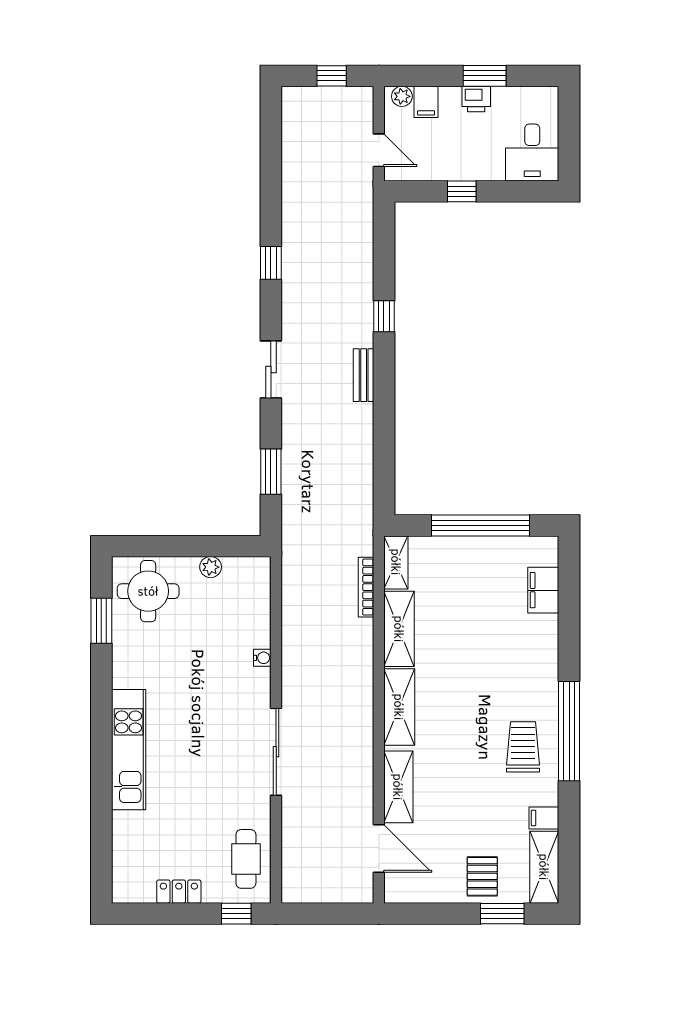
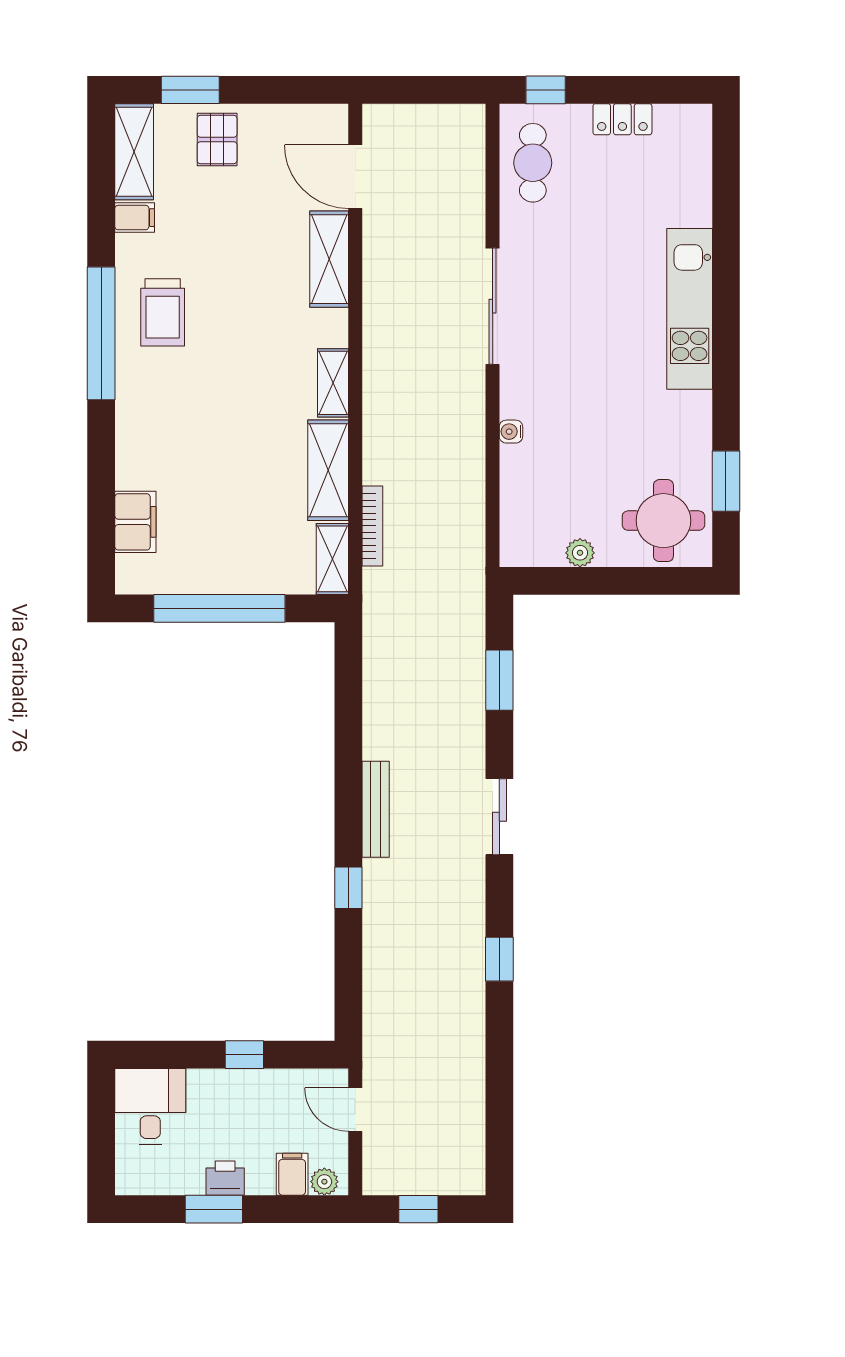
bench: (364, 375) -> (376, 809), width x1.36
shelving: (399, 707) -> (333, 383), width x0.67, depth x0.75

